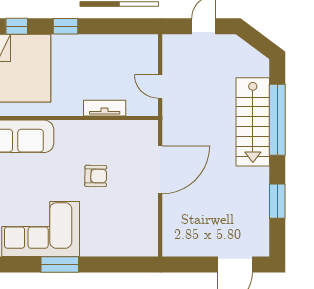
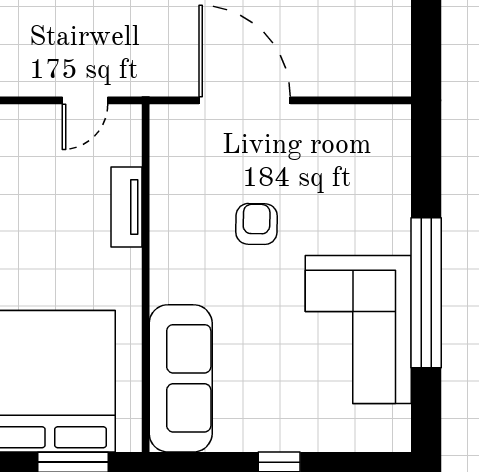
window: (60, 264) -> (426, 293), width x2.11

